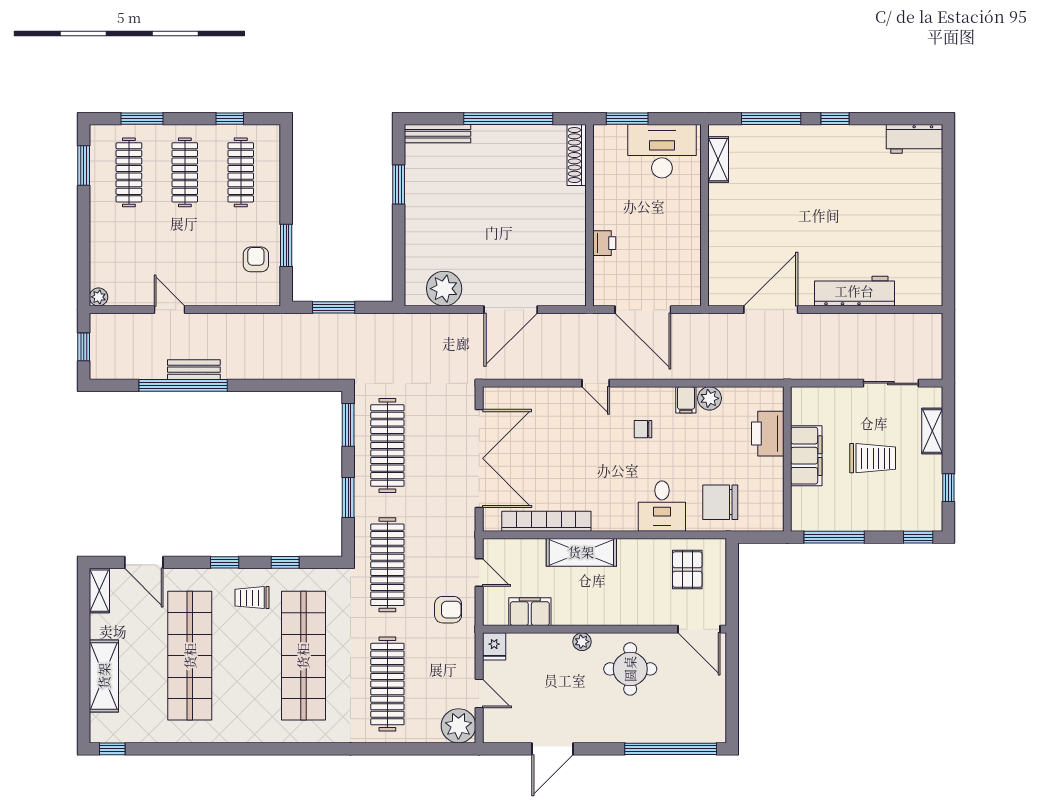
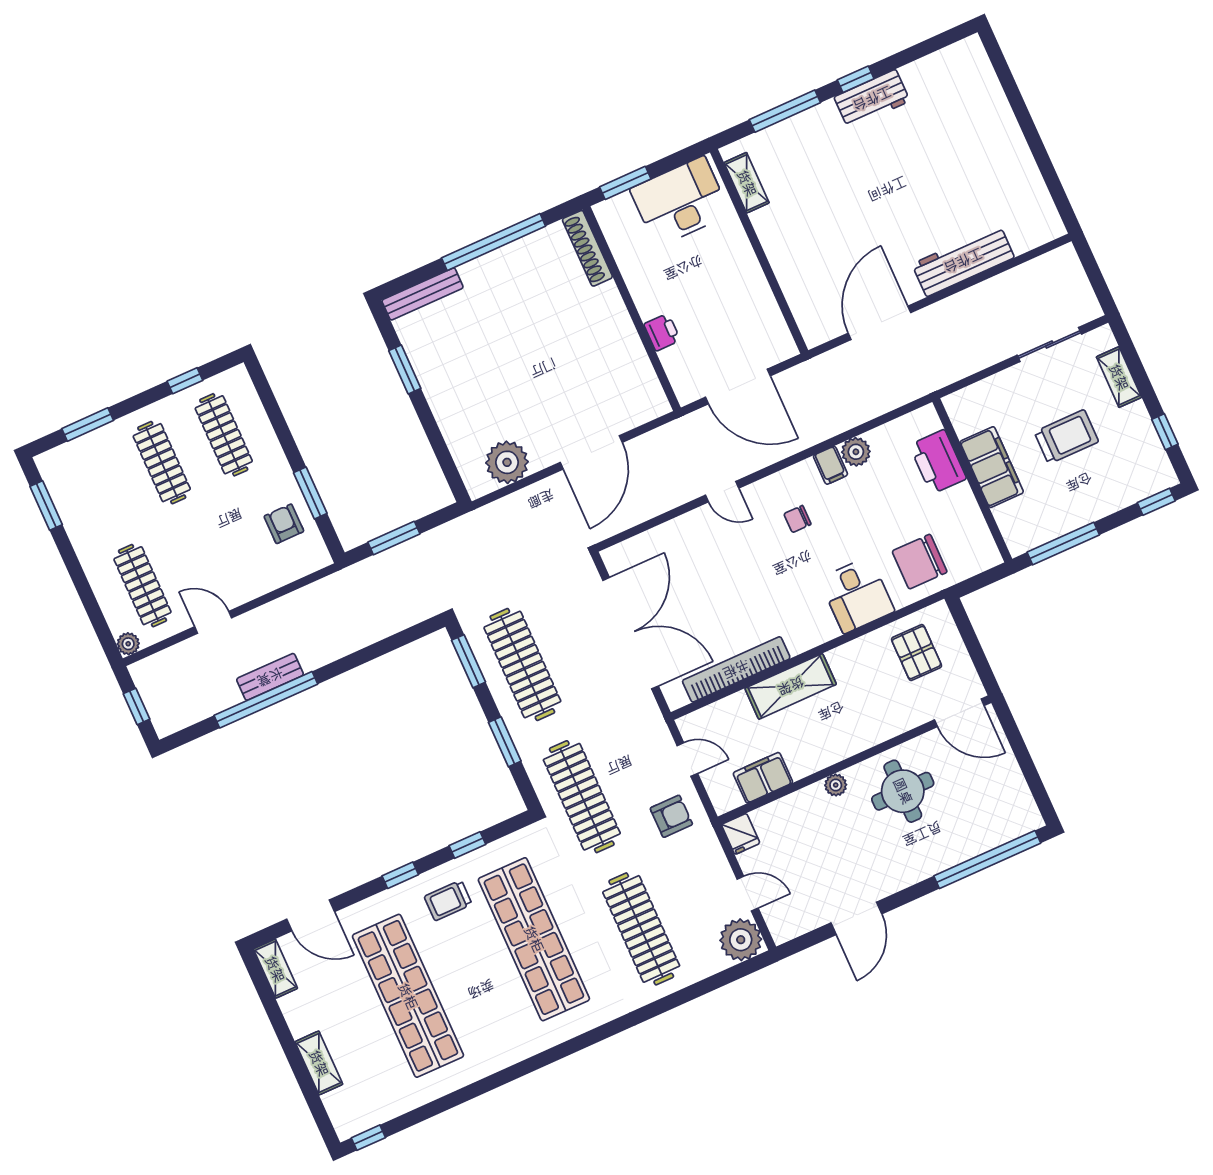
workbench: (914, 139) -> (872, 99), moved
clothes rail: (129, 172) -> (143, 586), moved
shelving: (104, 676) -> (319, 1063), width x0.67, depth x0.75

